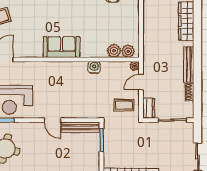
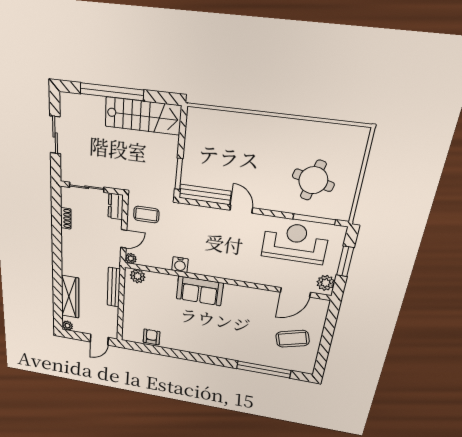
sofa: (61, 47) -> (200, 291), moved
plant: (114, 51) -> (154, 279), removed
bench: (189, 65) -> (114, 287), moved

